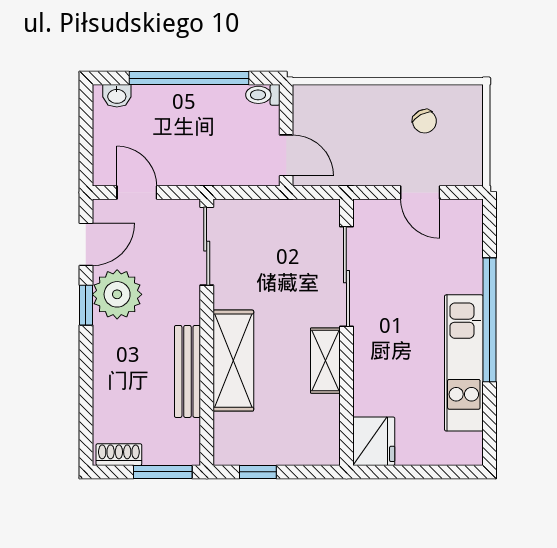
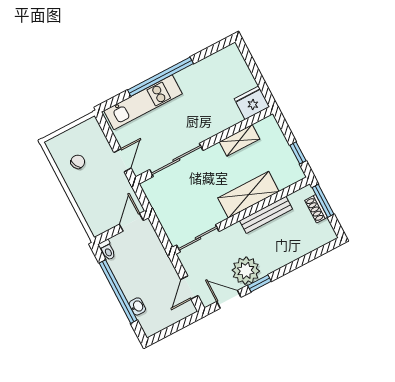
washbasin: (117, 96) -> (137, 306), moved
door: (420, 192) -> (123, 160), moved
shelving: (325, 361) -> (239, 140), moved
kitchen unit: (464, 363) -> (143, 102), moved
shoe rack: (119, 455) -> (316, 209), moved

